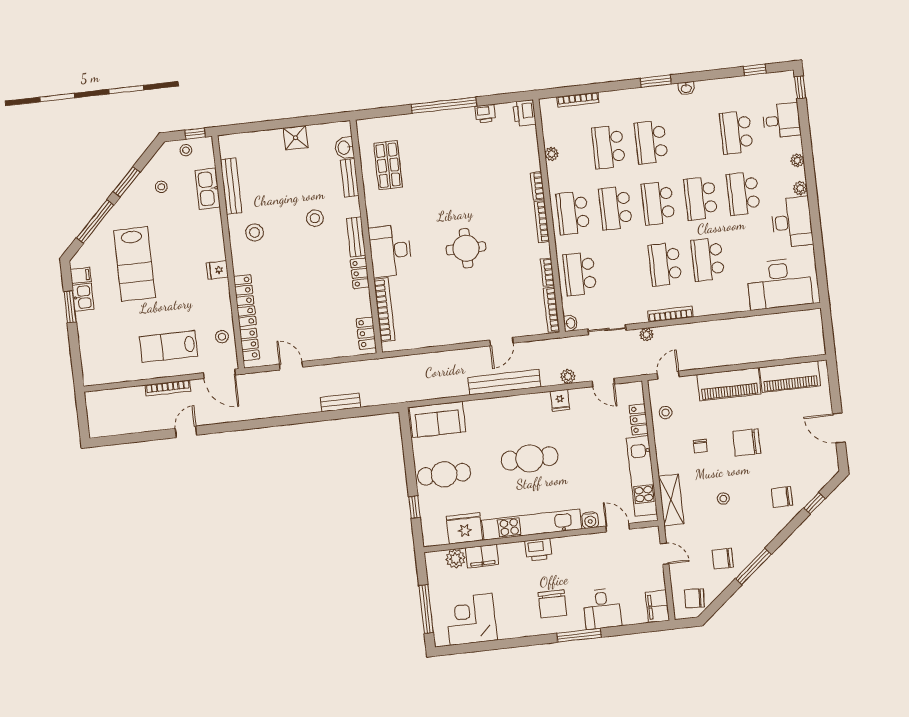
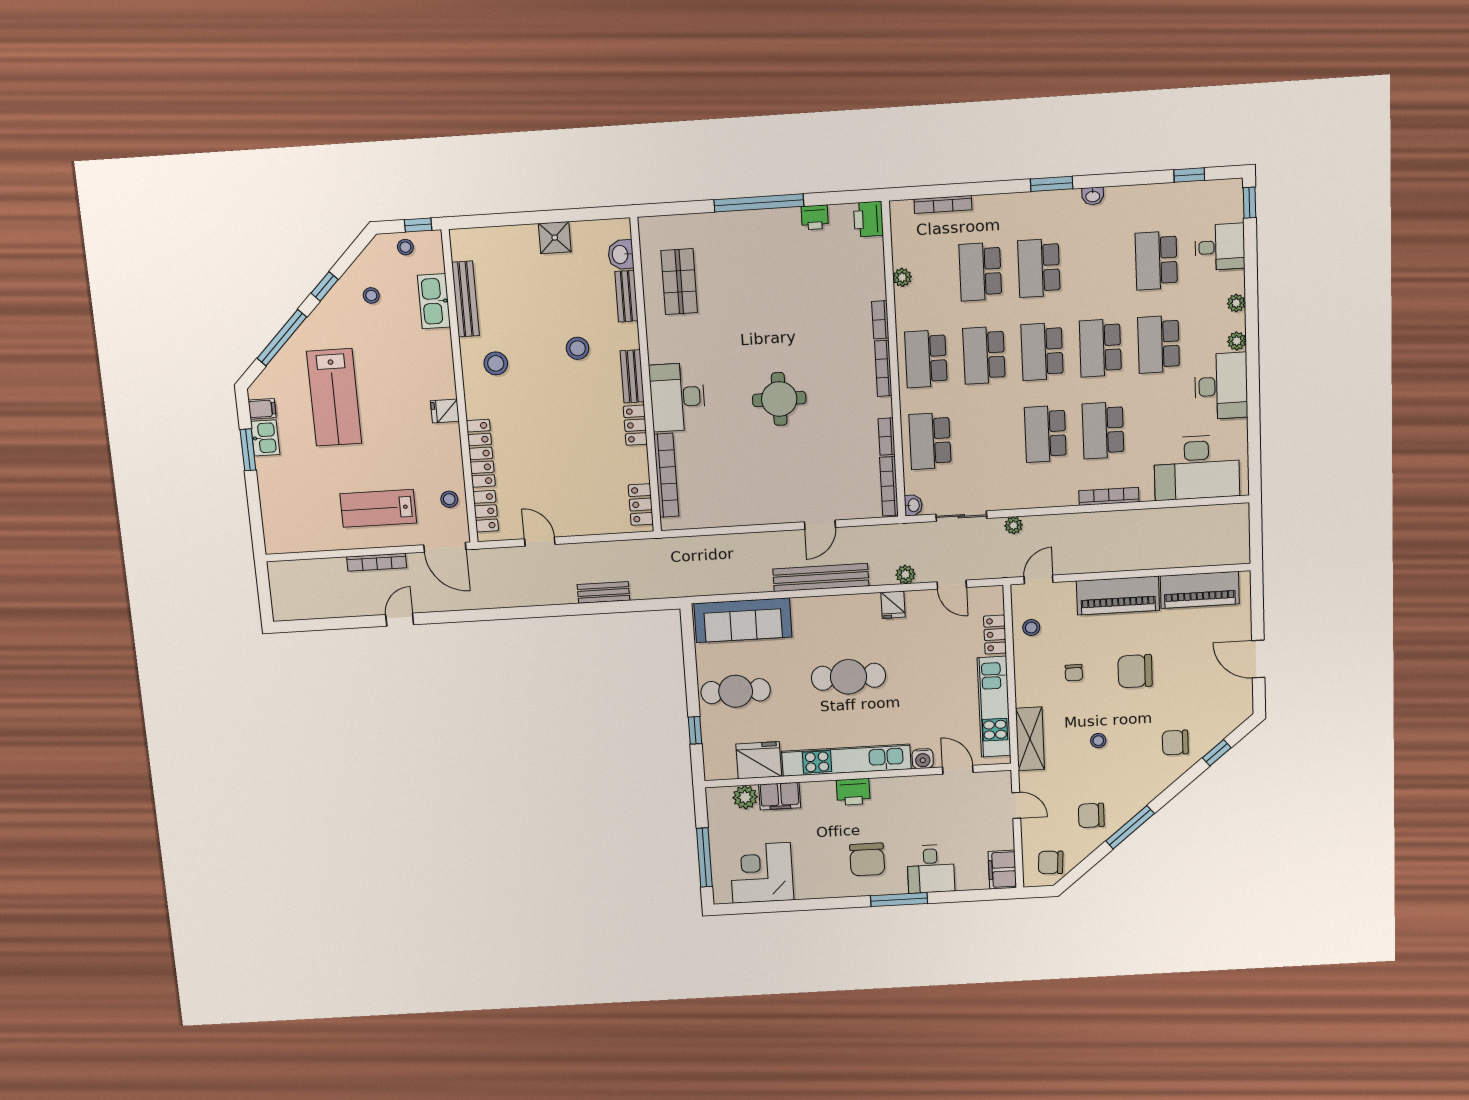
window: (127, 182) -> (325, 286), width x0.67
bookcase: (670, 314) -> (1109, 496), moved
sofa: (438, 419) -> (743, 620), width x1.36

